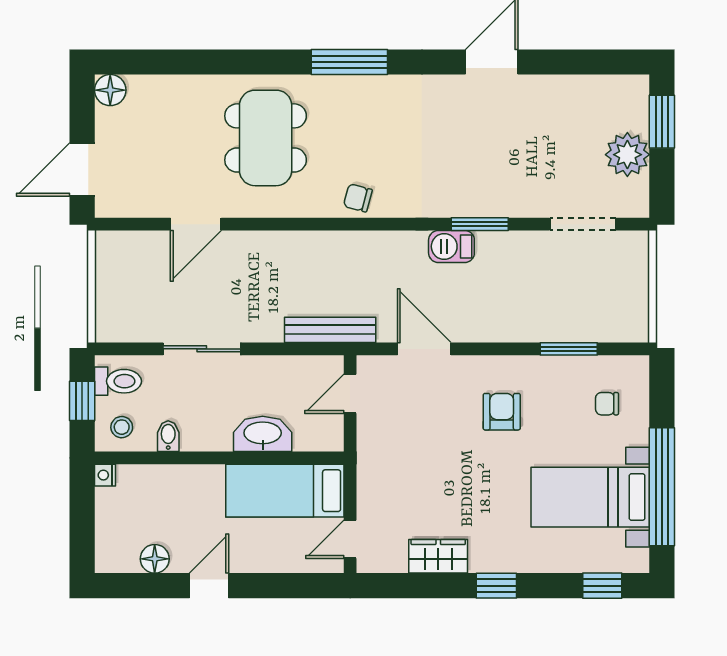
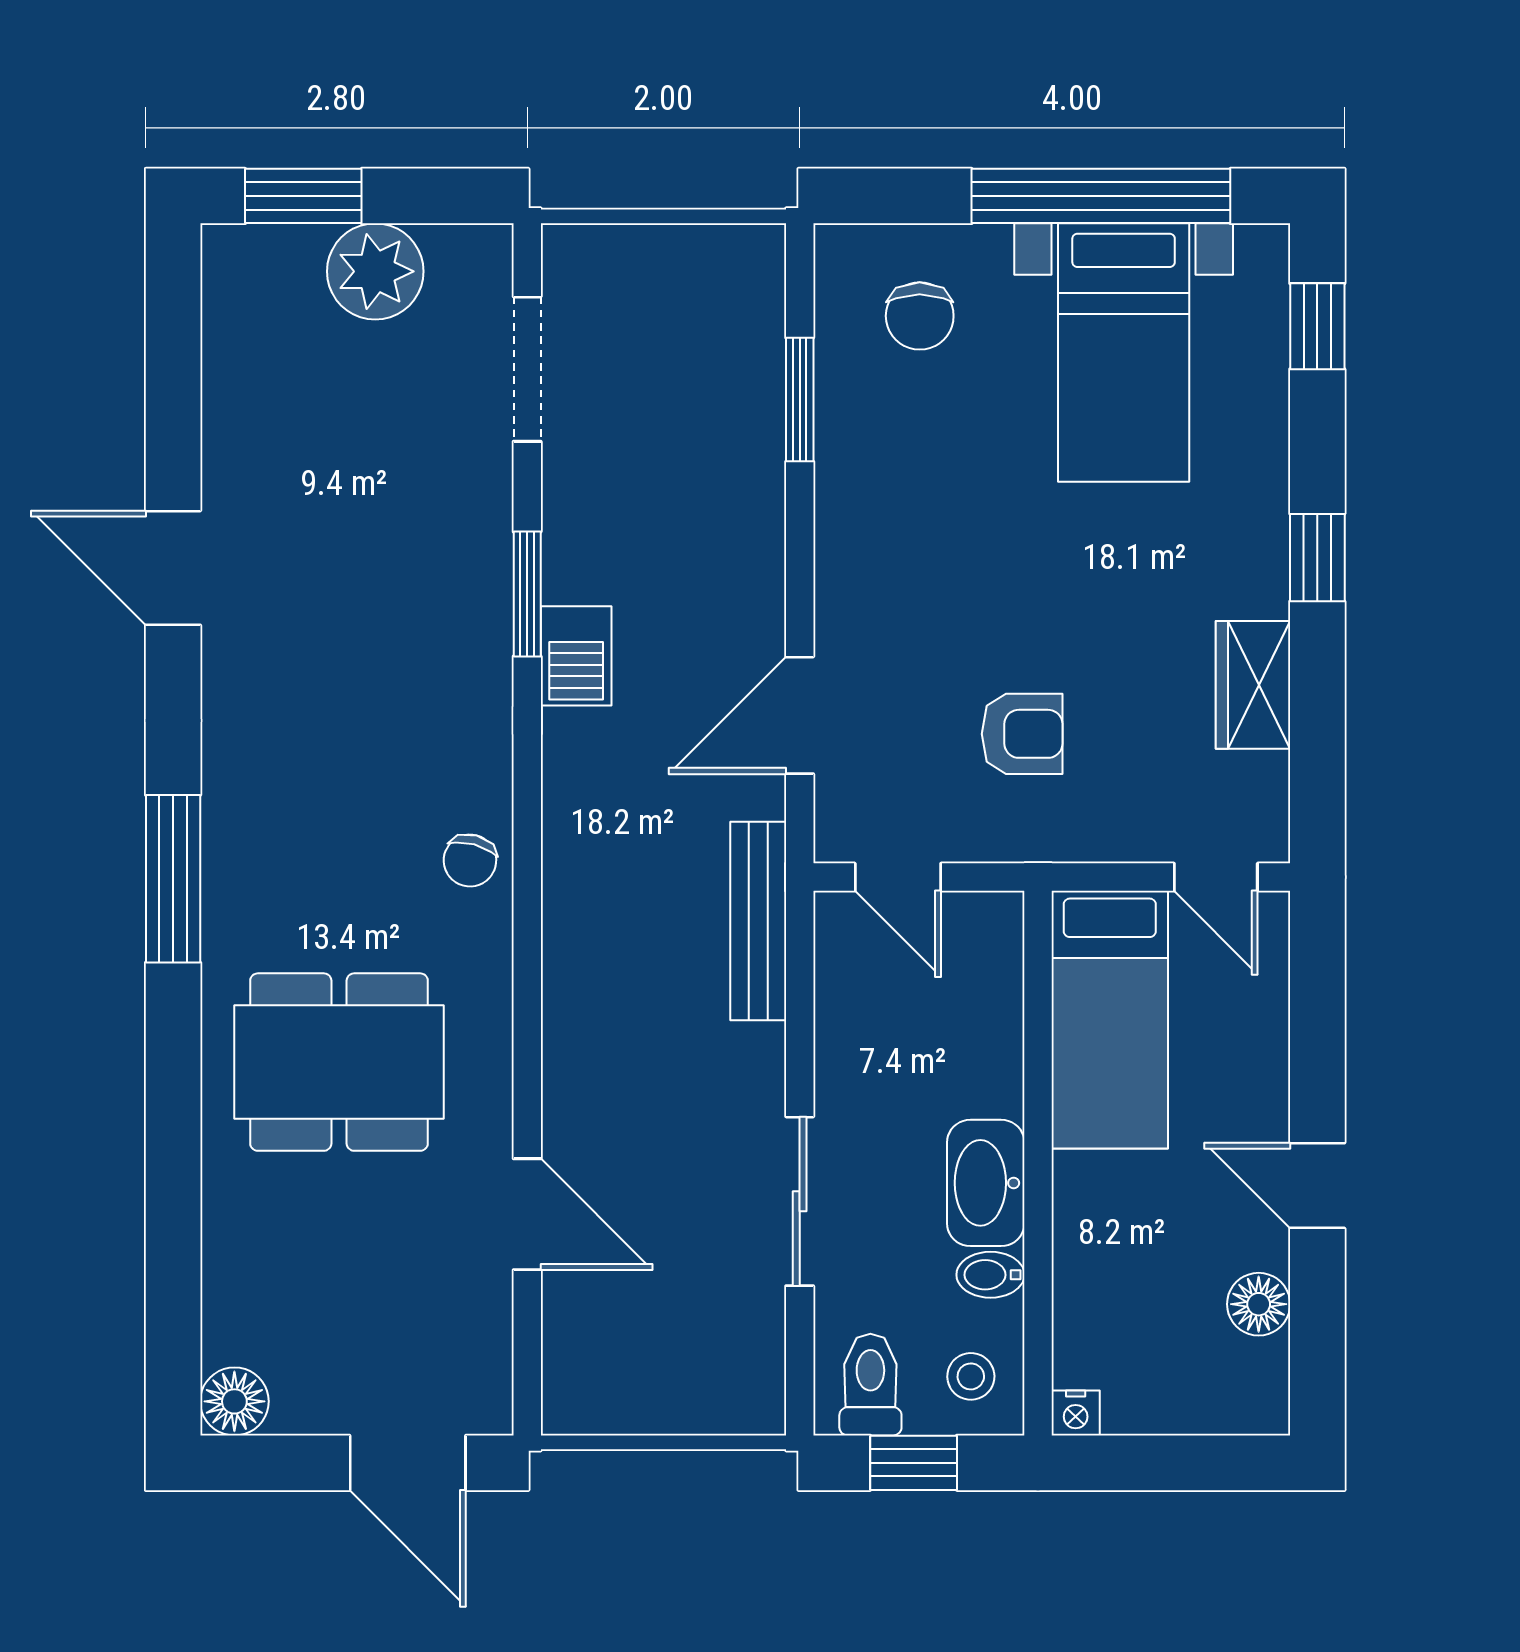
chair: (607, 404) -> (920, 316), width x1.37, depth x1.37
armchair: (502, 412) -> (1022, 734), moved, turned 180
washbasin: (263, 434) -> (986, 1183), moved

